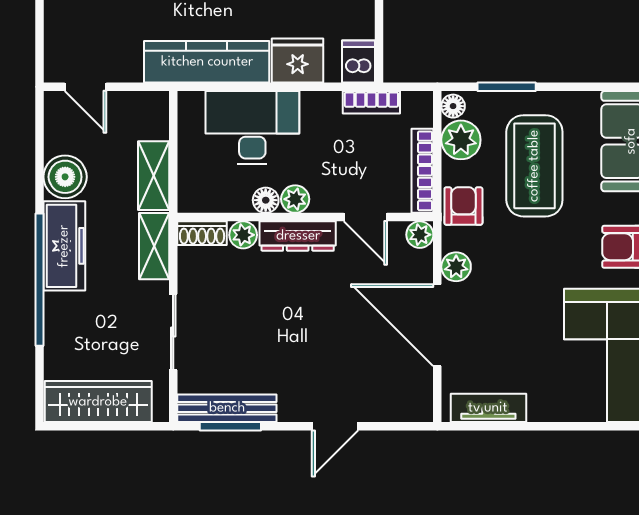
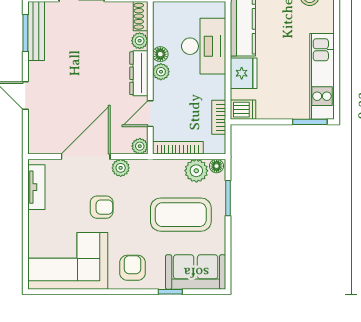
armchair: (463, 206) -> (102, 207), moved

